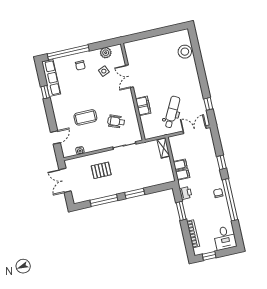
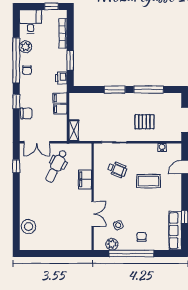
window: (68, 52) -> (131, 253), moved
chair: (210, 154) -> (26, 113), added
plant: (224, 214) -> (26, 47), added

